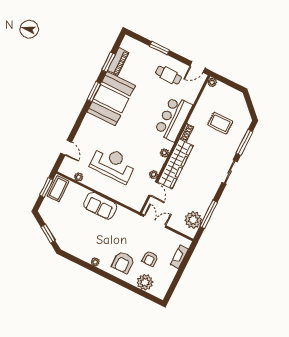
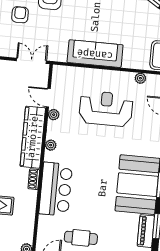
reception desk: (113, 164) -> (106, 109), turned 180
sofa: (100, 206) -> (95, 54), width x1.36
double door: (155, 221) -> (31, 61), swing flipped

